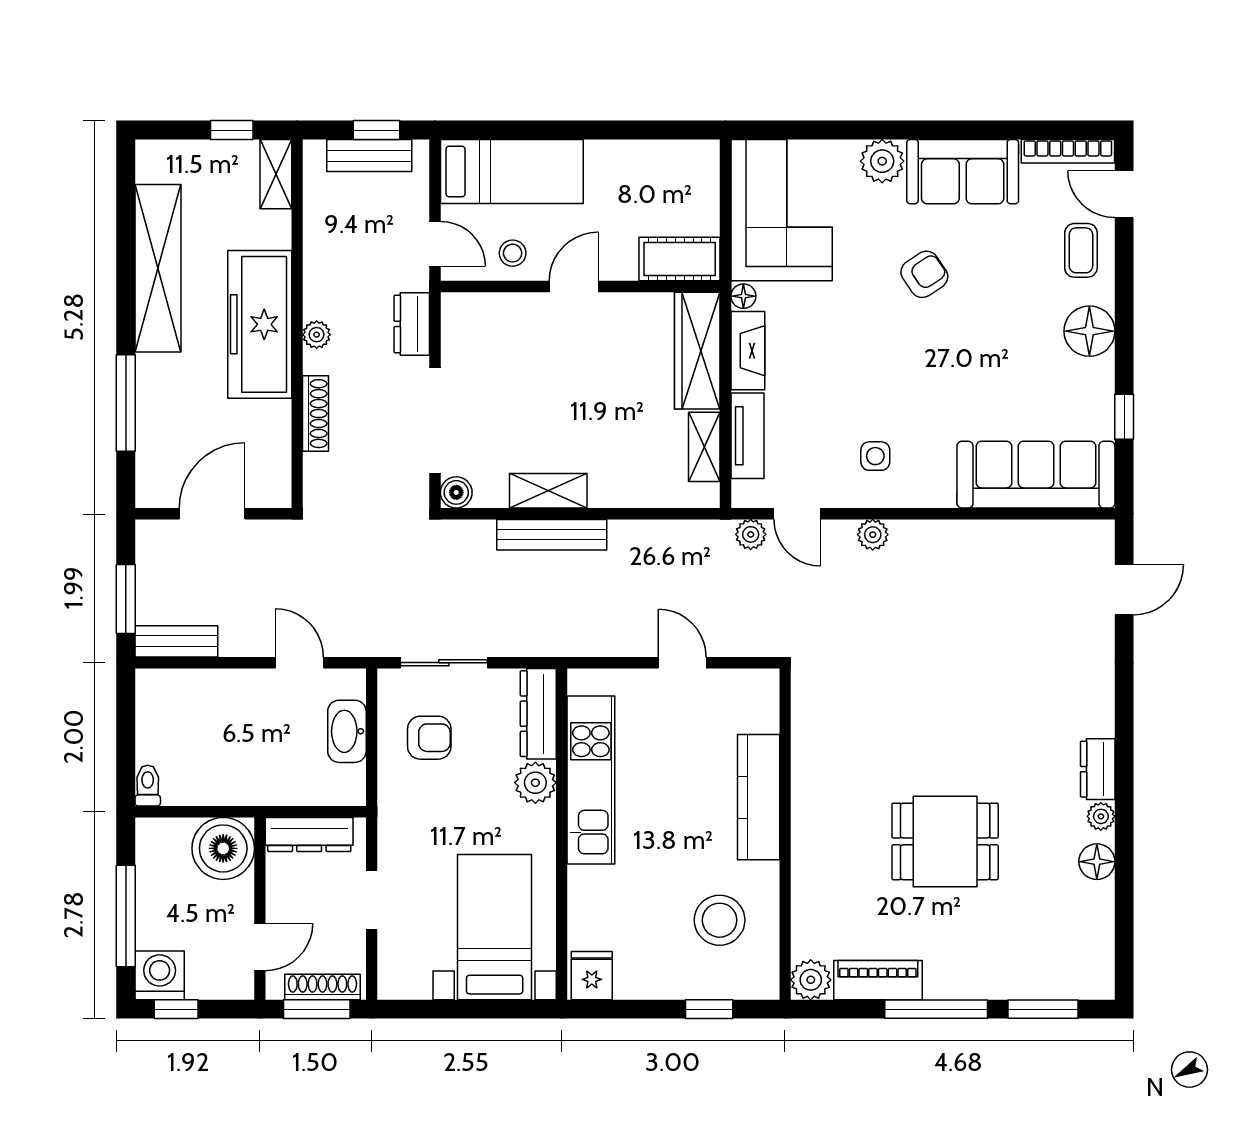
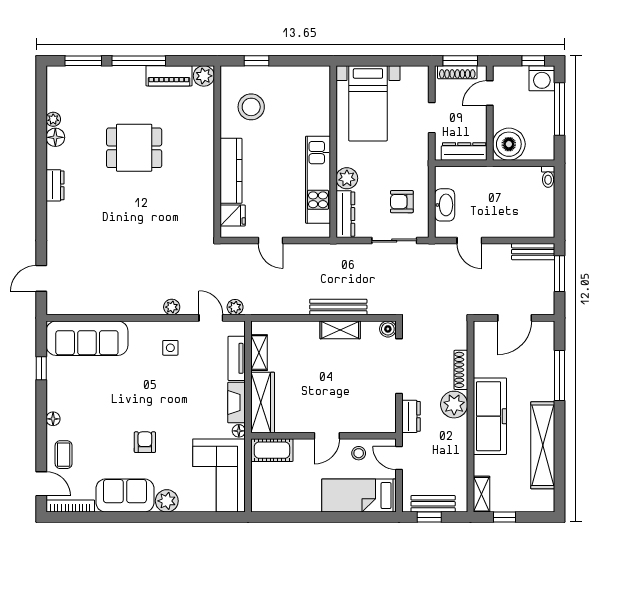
armchair: (924, 274) -> (145, 442), turned 124
floor lamp: (1089, 331) -> (53, 419), width x0.53, depth x0.53
plant: (317, 335) -> (454, 405), width x1.87, depth x1.87
plant: (1101, 816) -> (53, 119), moved
fridge: (592, 976) -> (233, 215), moved, turned -90

